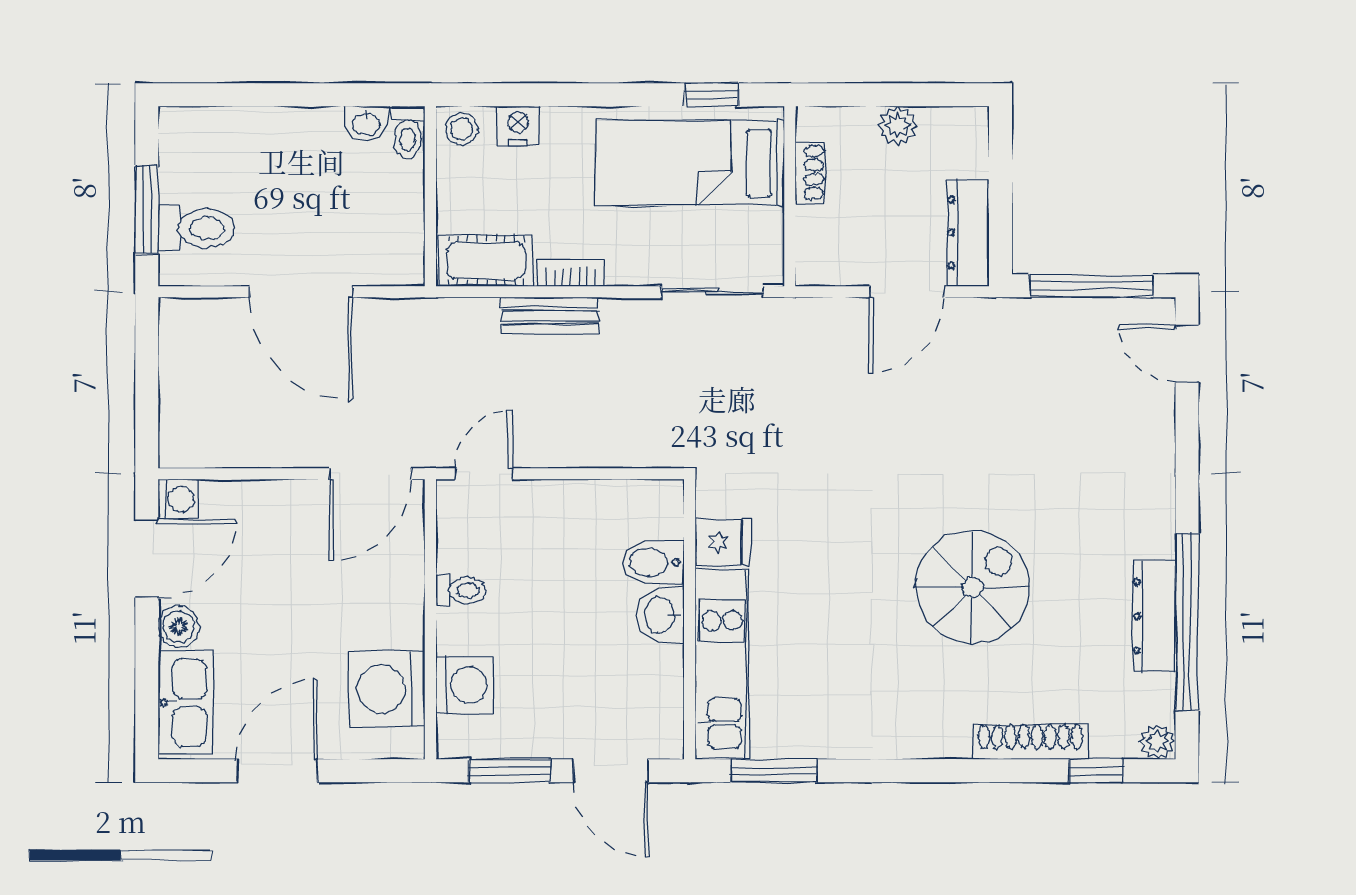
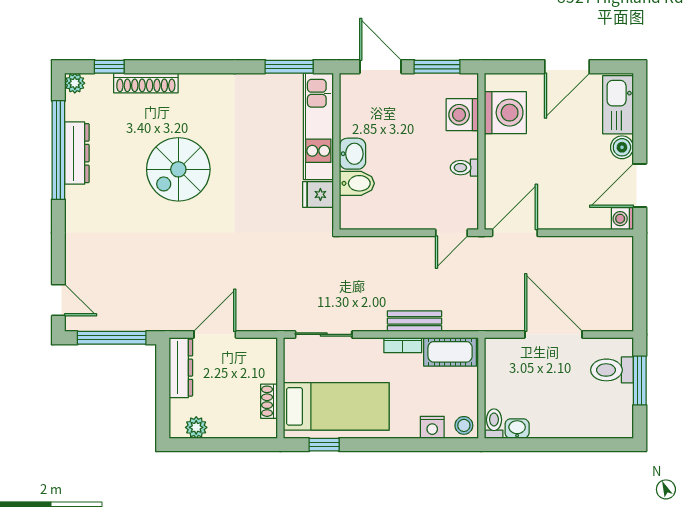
plant: (898, 126) -> (196, 427), moved

